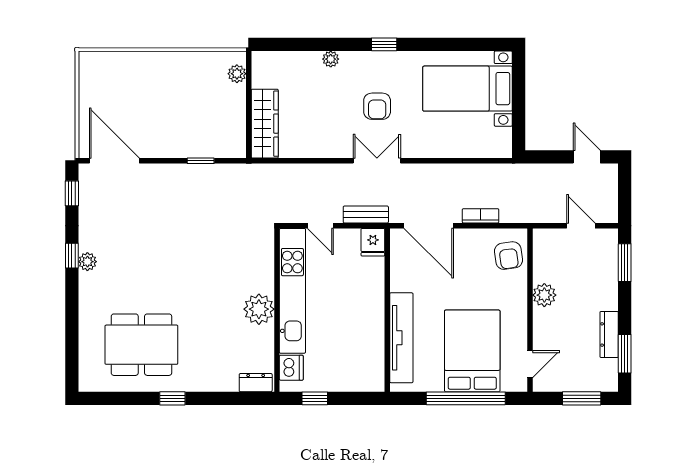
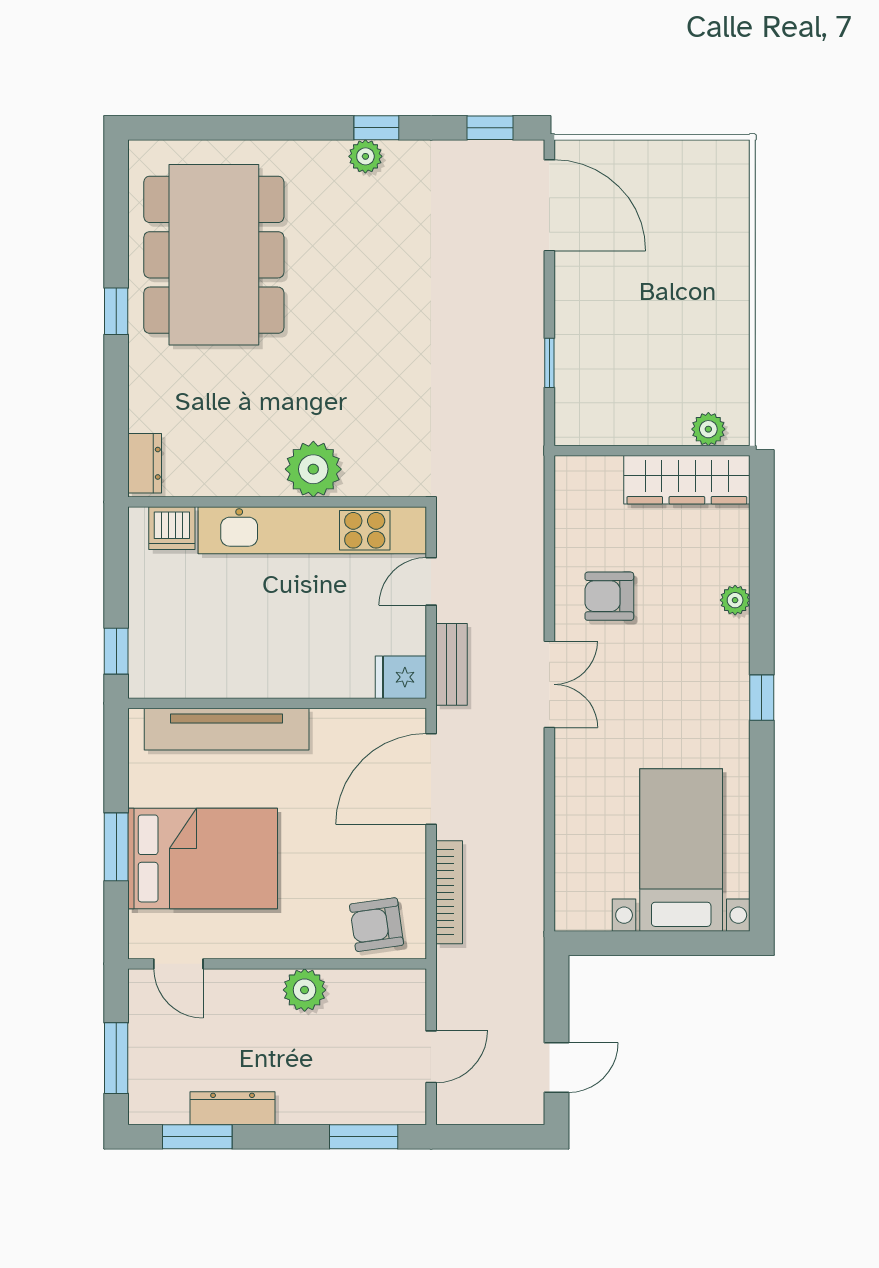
armchair: (377, 106) -> (609, 596), moved
wardrobe: (265, 124) -> (687, 480), moved
door: (114, 161) -> (549, 205), hinge flipped
bookcase: (481, 216) -> (449, 892), width x1.56
plant: (259, 309) -> (313, 469), moved
dining table: (141, 345) -> (214, 255), width x1.36, depth x1.24
window: (315, 398) -> (116, 651), moved
window: (466, 398) -> (116, 847), width x0.47

